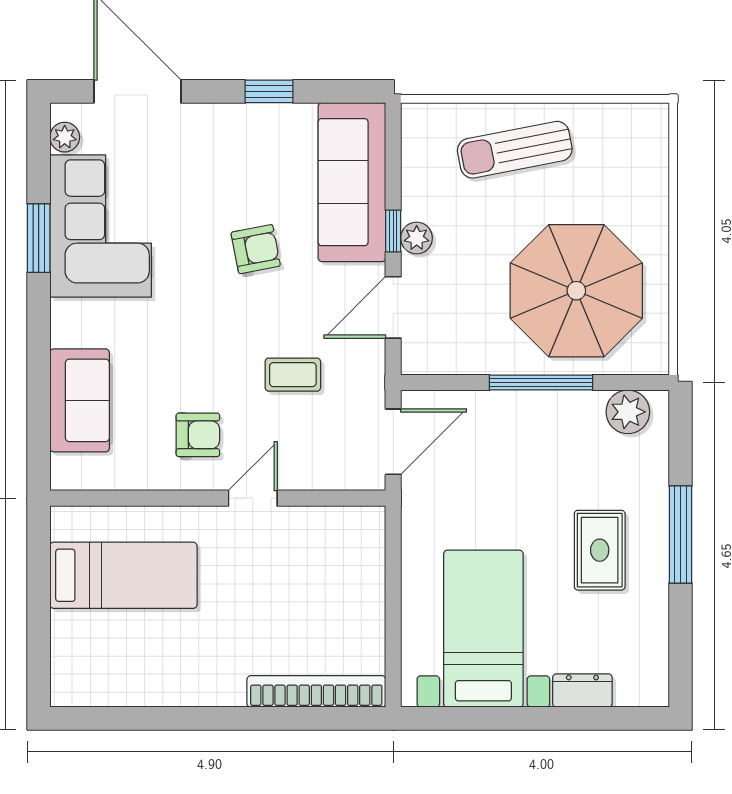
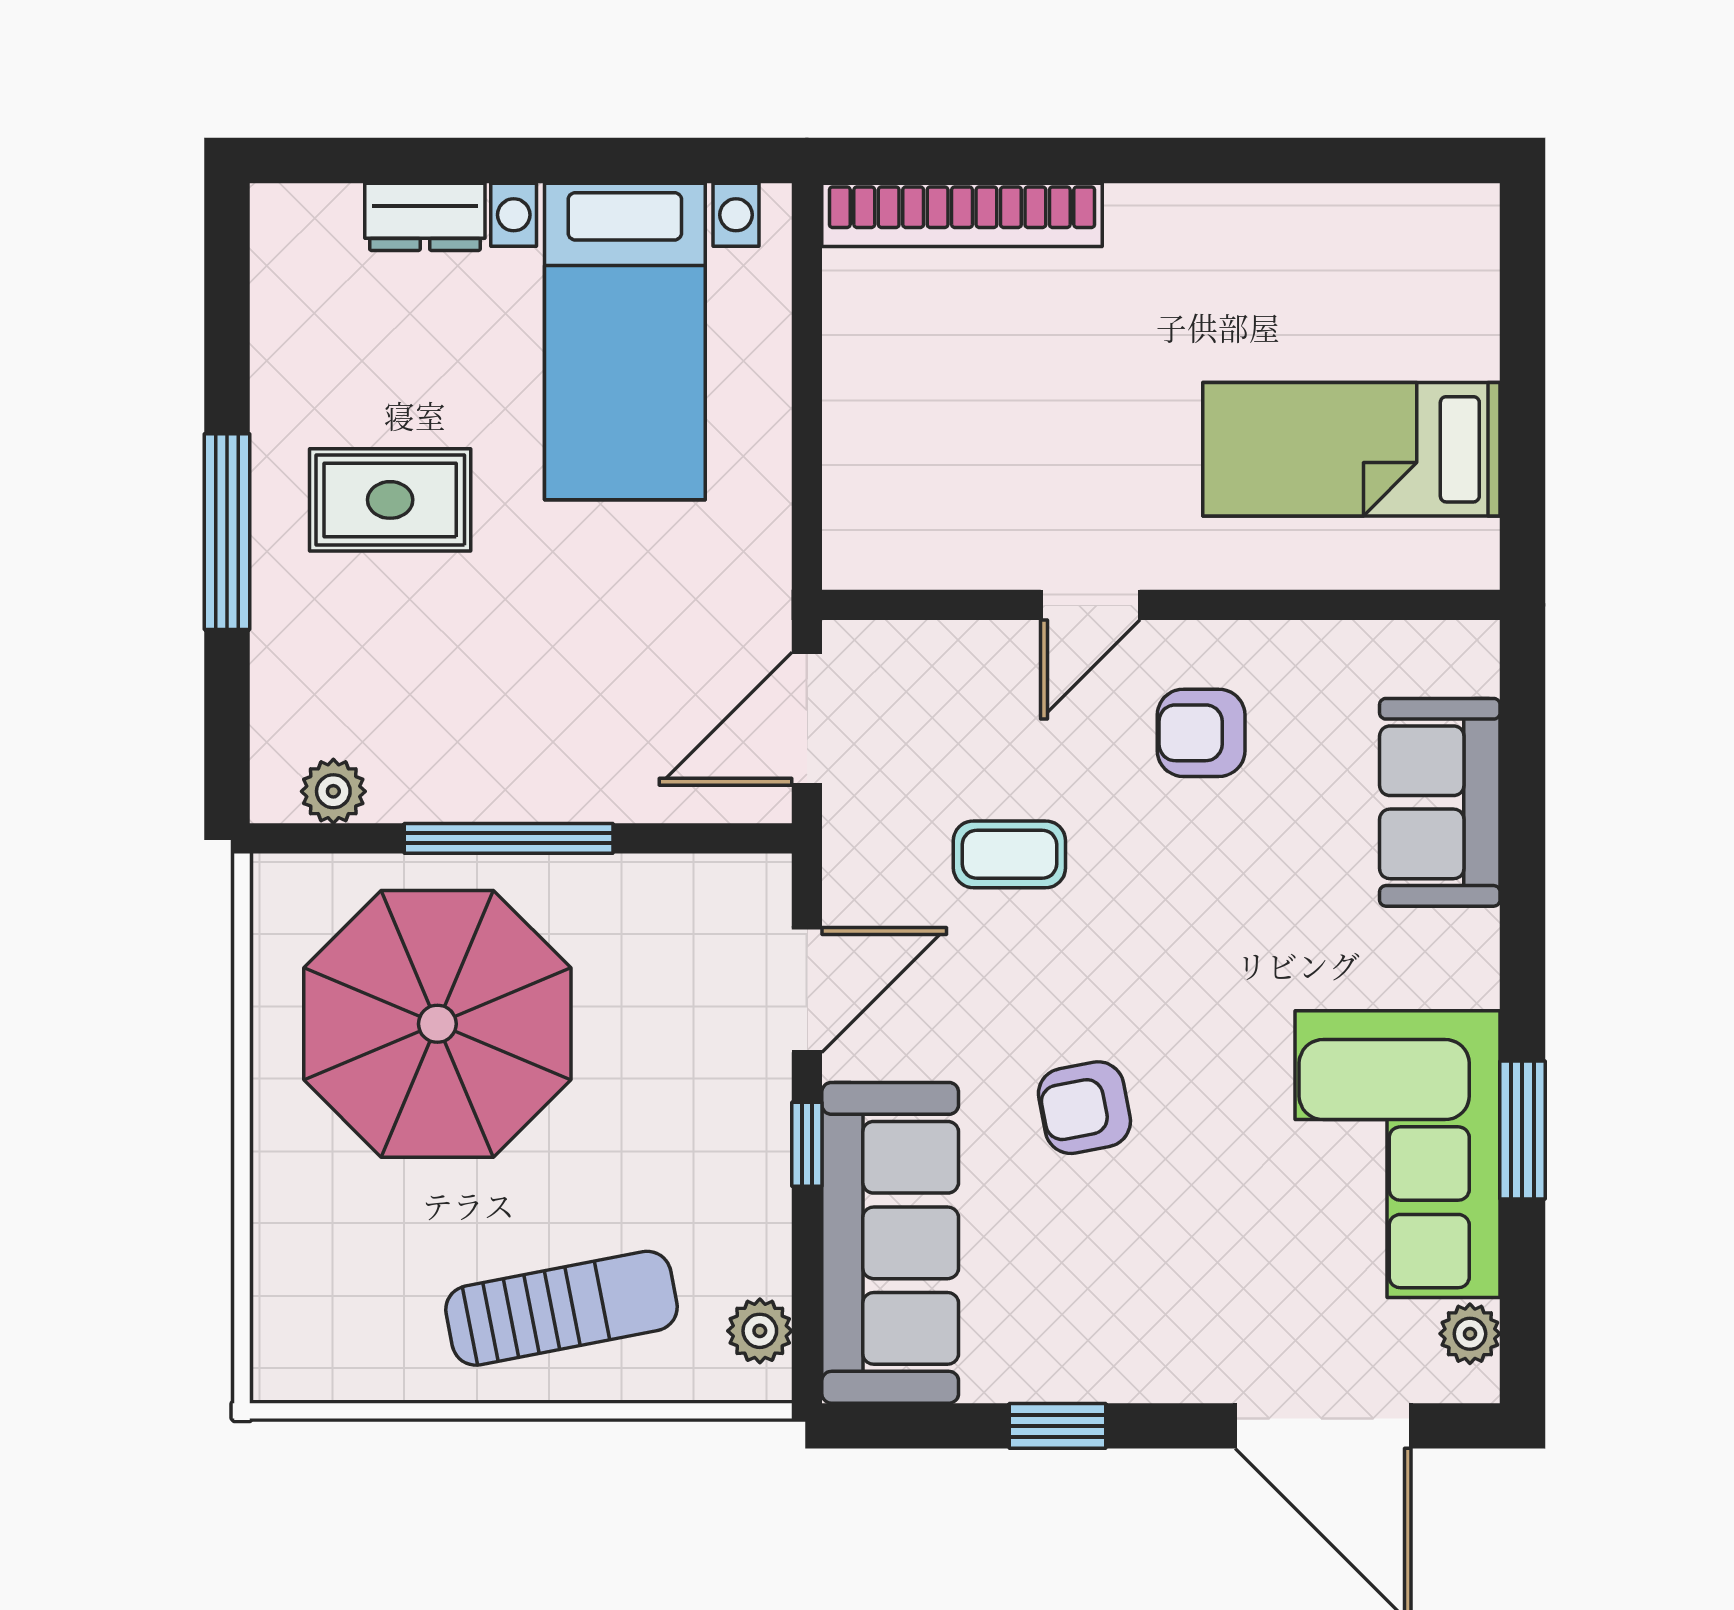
plant: (417, 238) -> (760, 1331), moved
plant: (628, 412) -> (333, 791), width x0.73, depth x0.73
rug: (600, 550) -> (390, 500), turned 90

